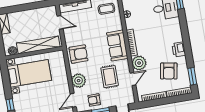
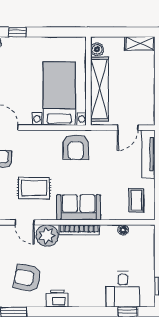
bed with nightstands: (29, 73) -> (59, 94), moved, turned 180
plant: (79, 81) -> (36, 141), removed

